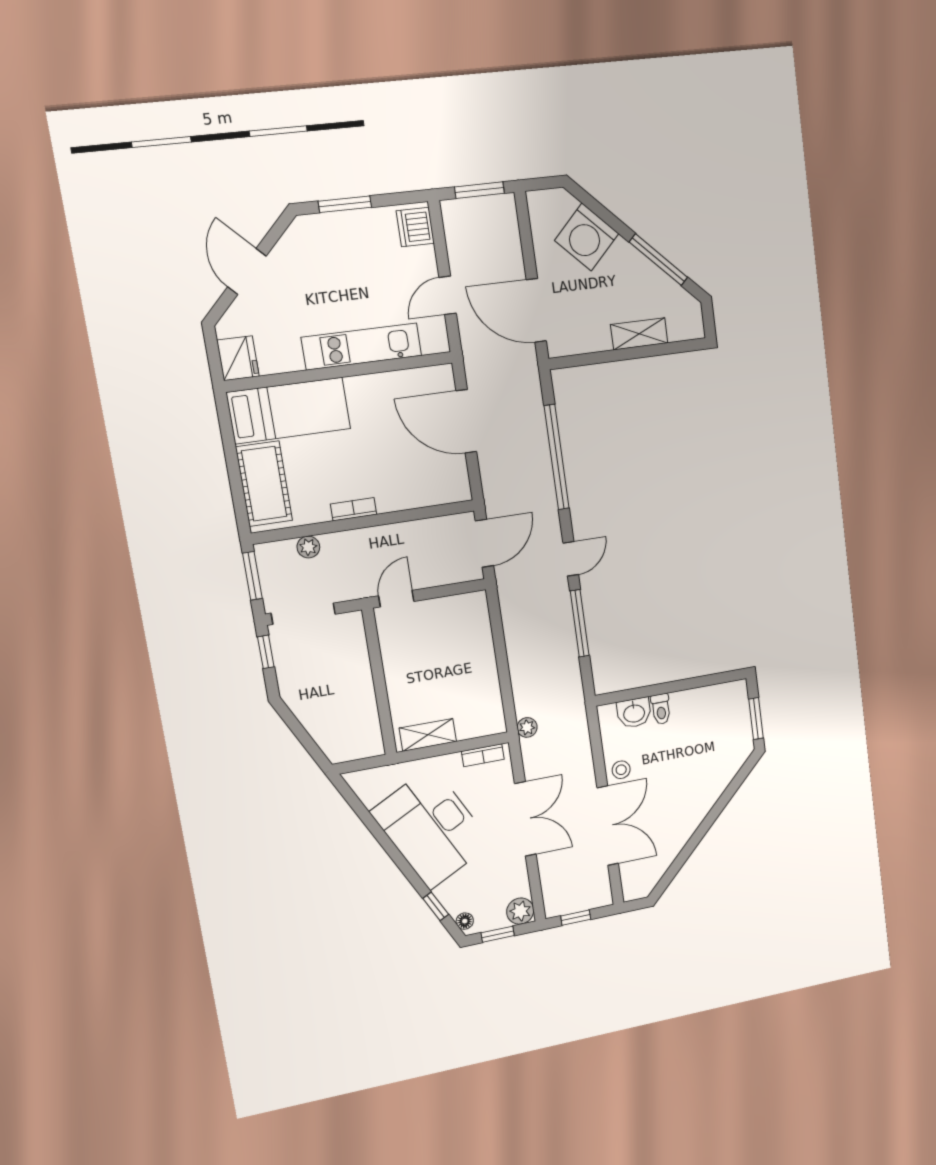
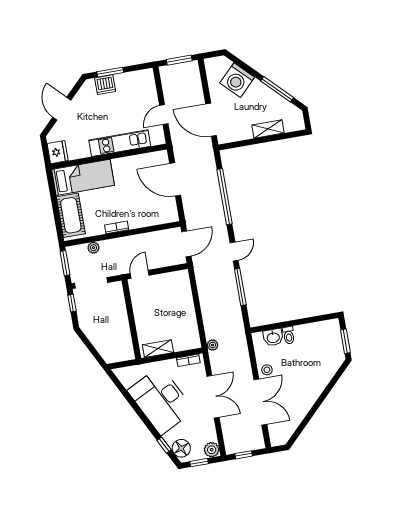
dishwasher: (415, 227) -> (105, 85), moved, turned -90
floor lamp: (465, 921) -> (181, 448), width x1.89, depth x1.89

